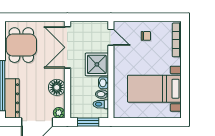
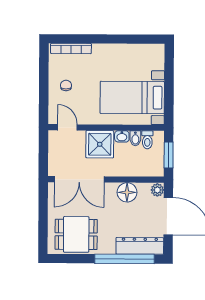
door: (111, 37) -> (67, 127), hinge flipped
bed with nightstands: (154, 89) -> (132, 98), moved, turned 90

